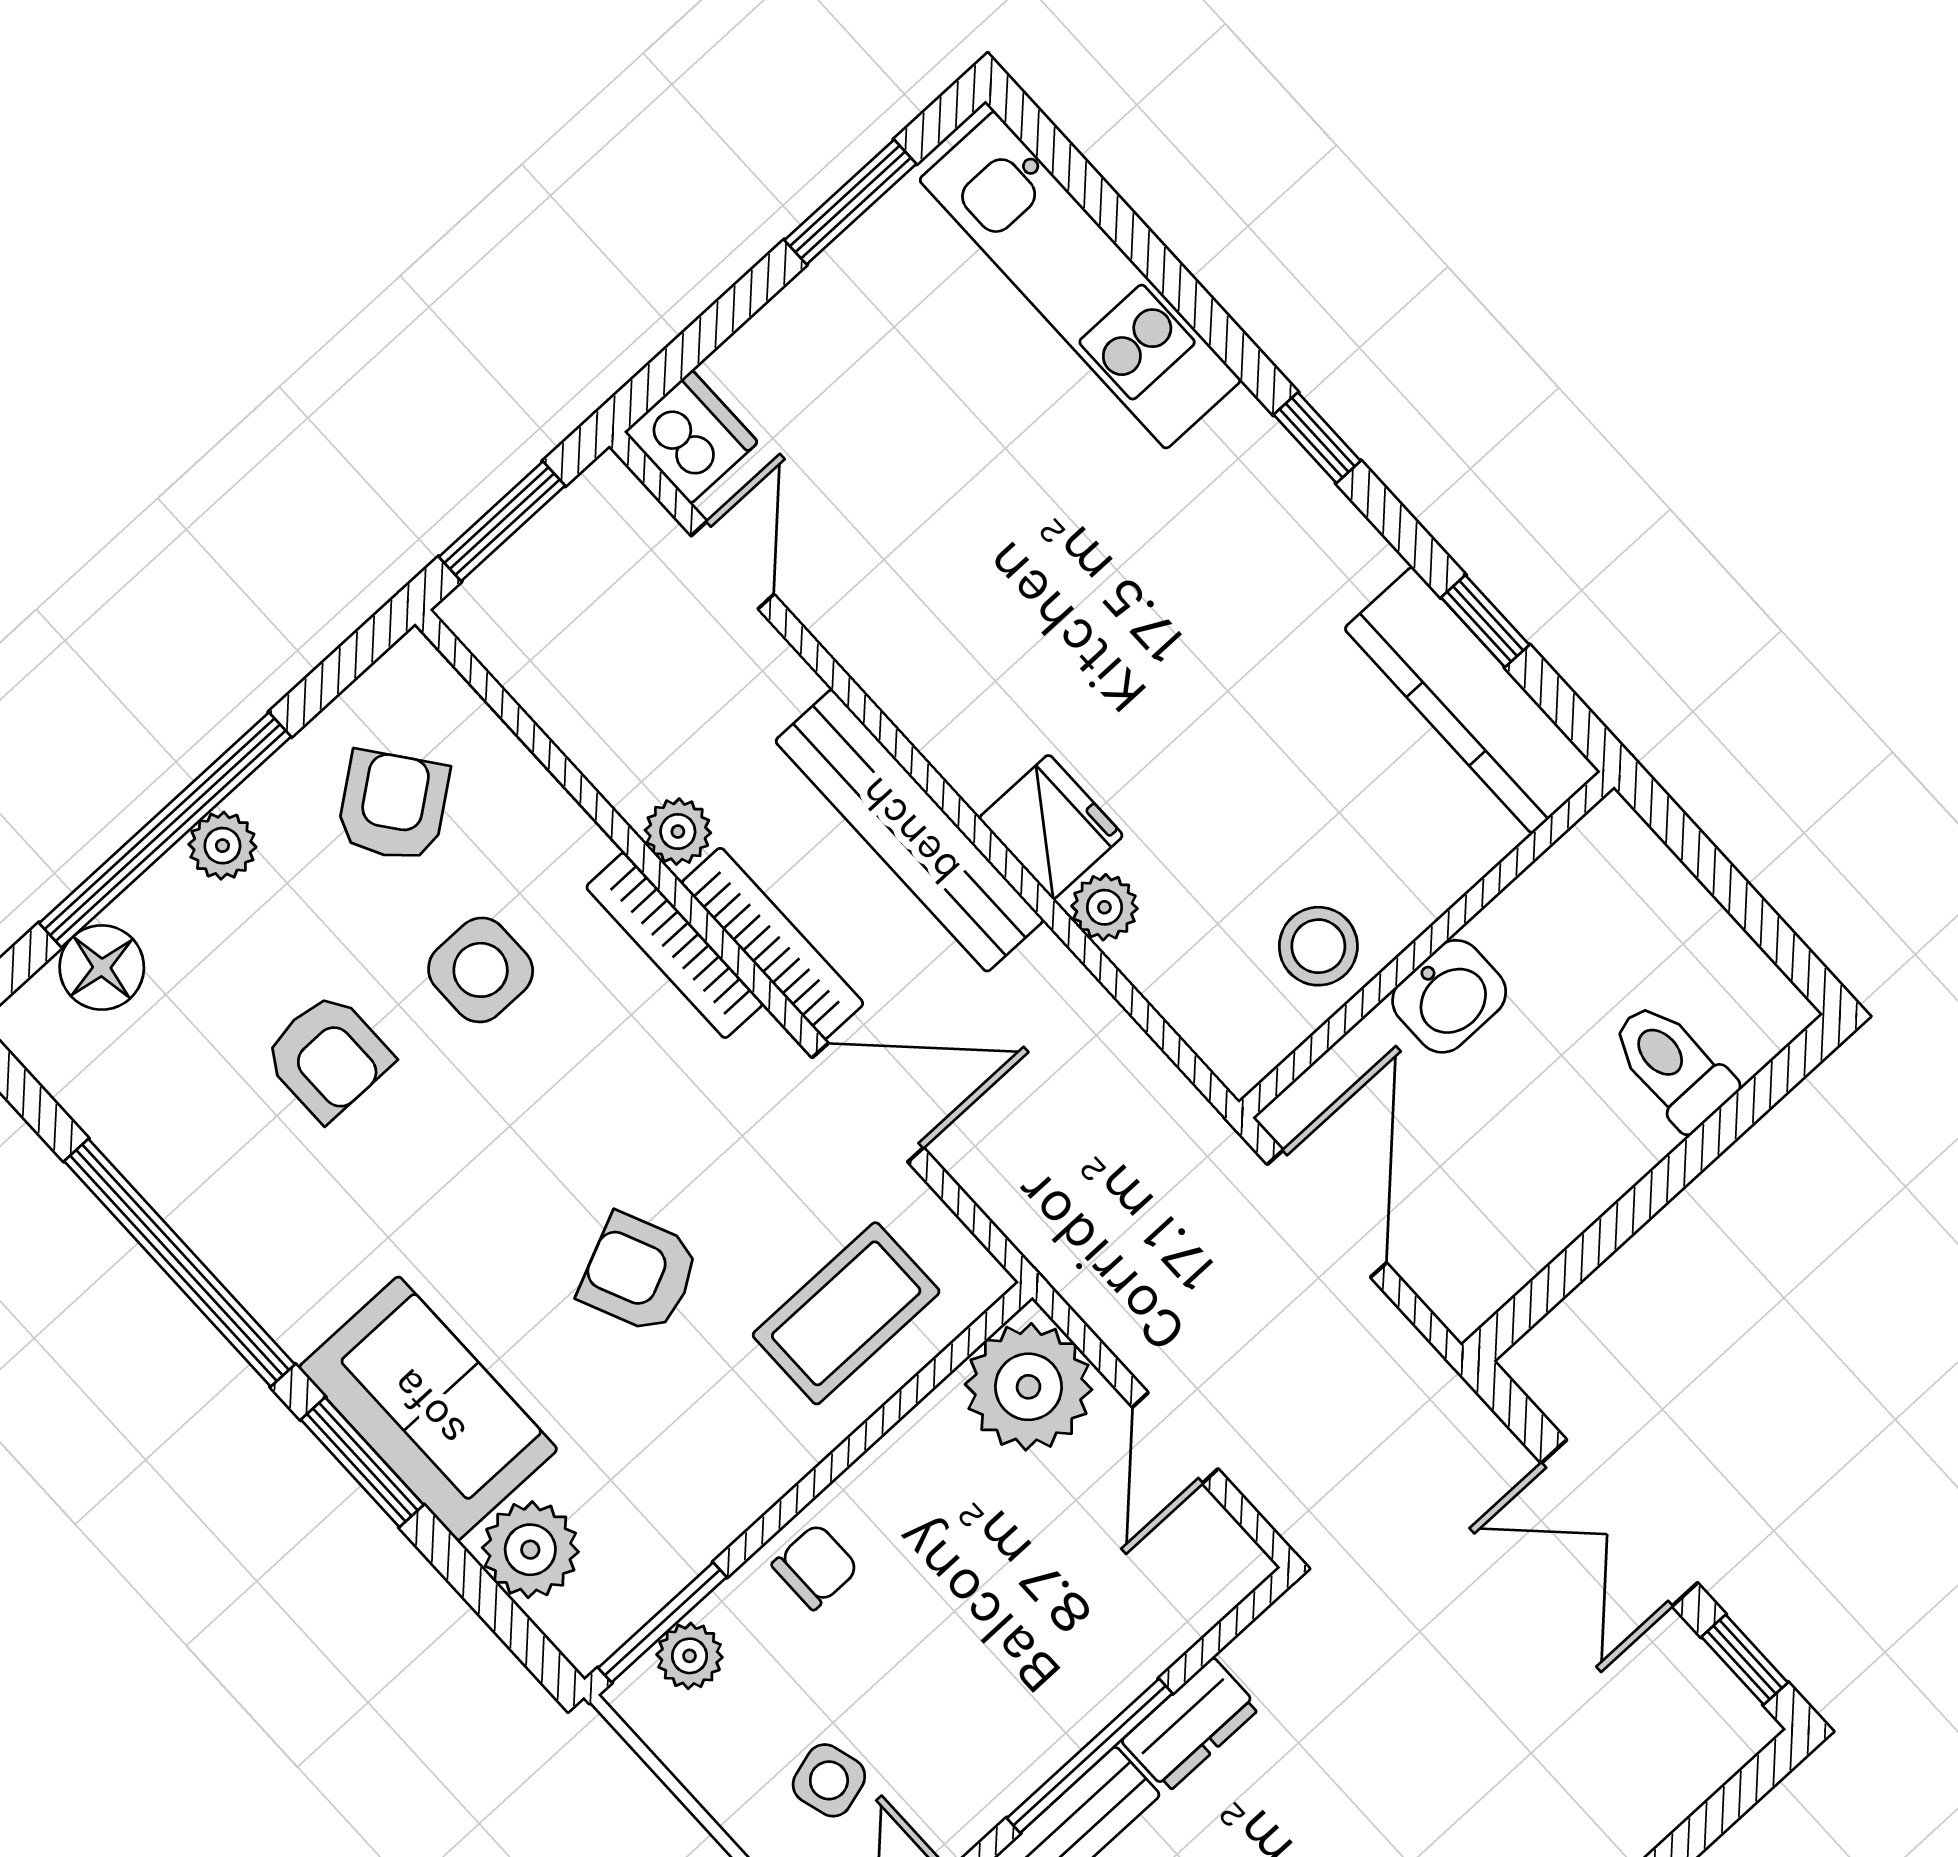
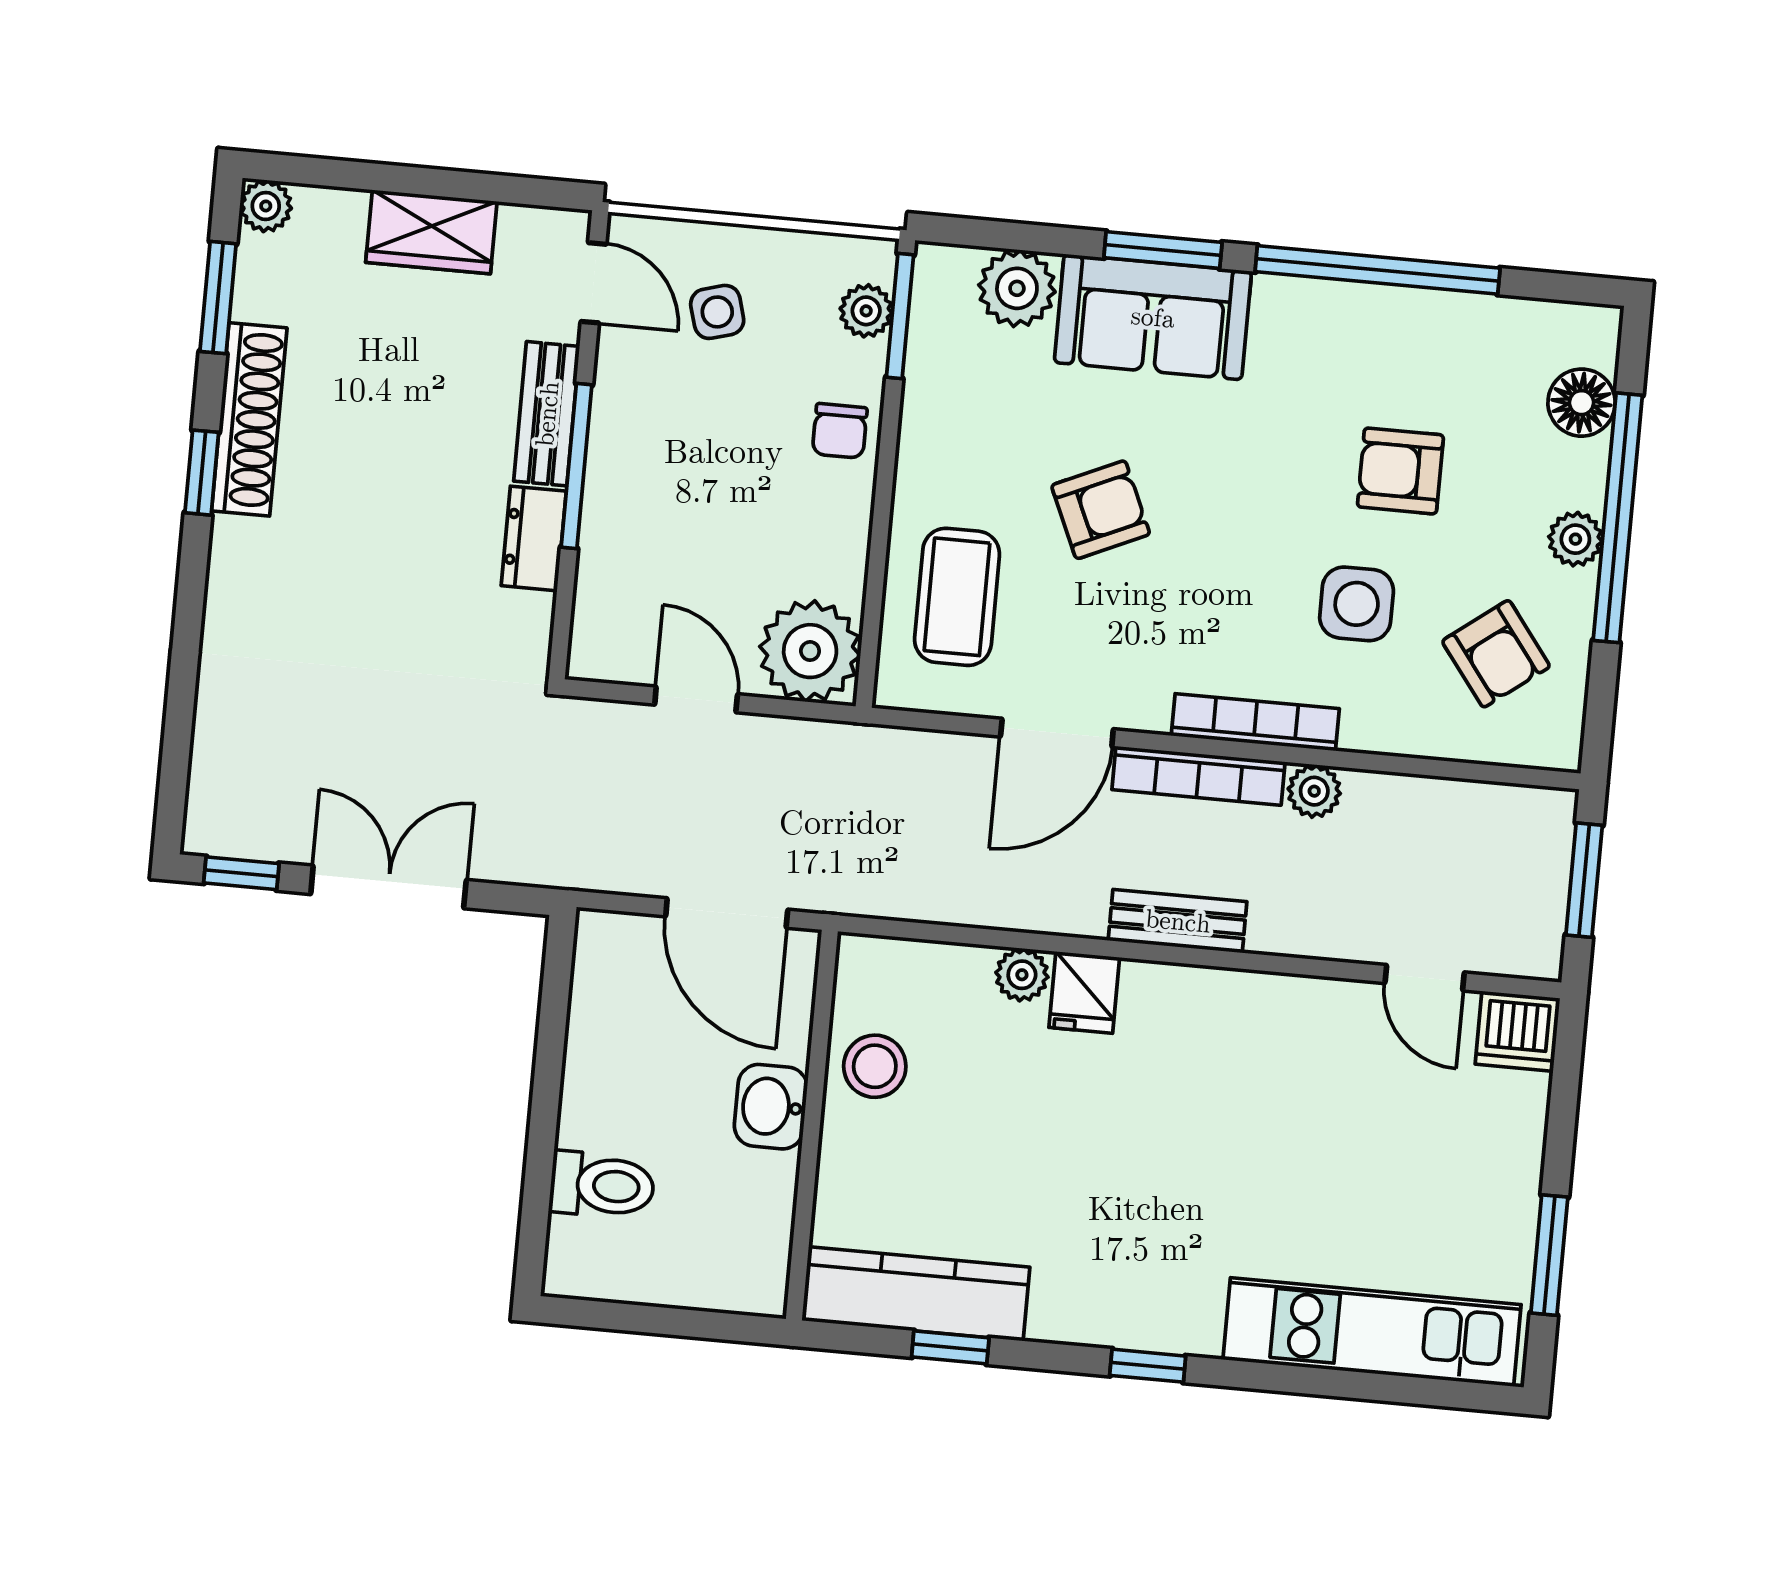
fridge: (1051, 827) -> (1084, 992), width x0.72
bench: (909, 831) -> (1178, 921), width x0.54, depth x0.82

